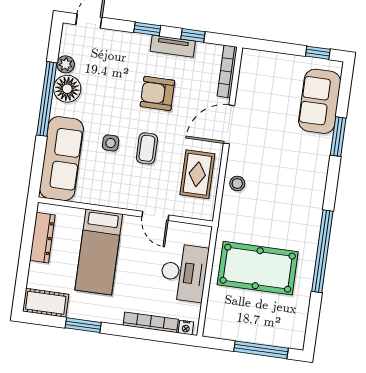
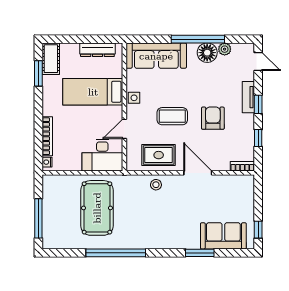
tv unit: (173, 46) -> (248, 97), moved
bookcase: (227, 71) -> (242, 166), width x0.64
side table: (111, 143) -> (134, 98), moved
coffee table: (147, 148) -> (172, 116), width x1.36, depth x1.30
desk: (184, 273) -> (102, 155), moved
window: (83, 325) -> (38, 73), moved

